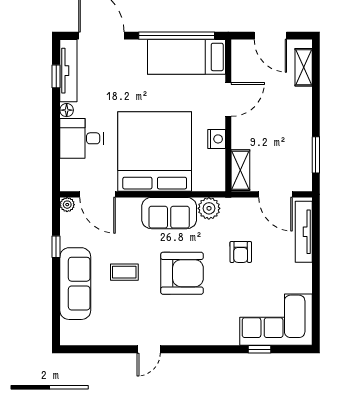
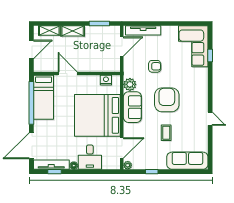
nightstand: (217, 139) -> (106, 80), moved
shelving: (240, 170) -> (73, 31), moved
sofa: (75, 284) -> (187, 161), moved

